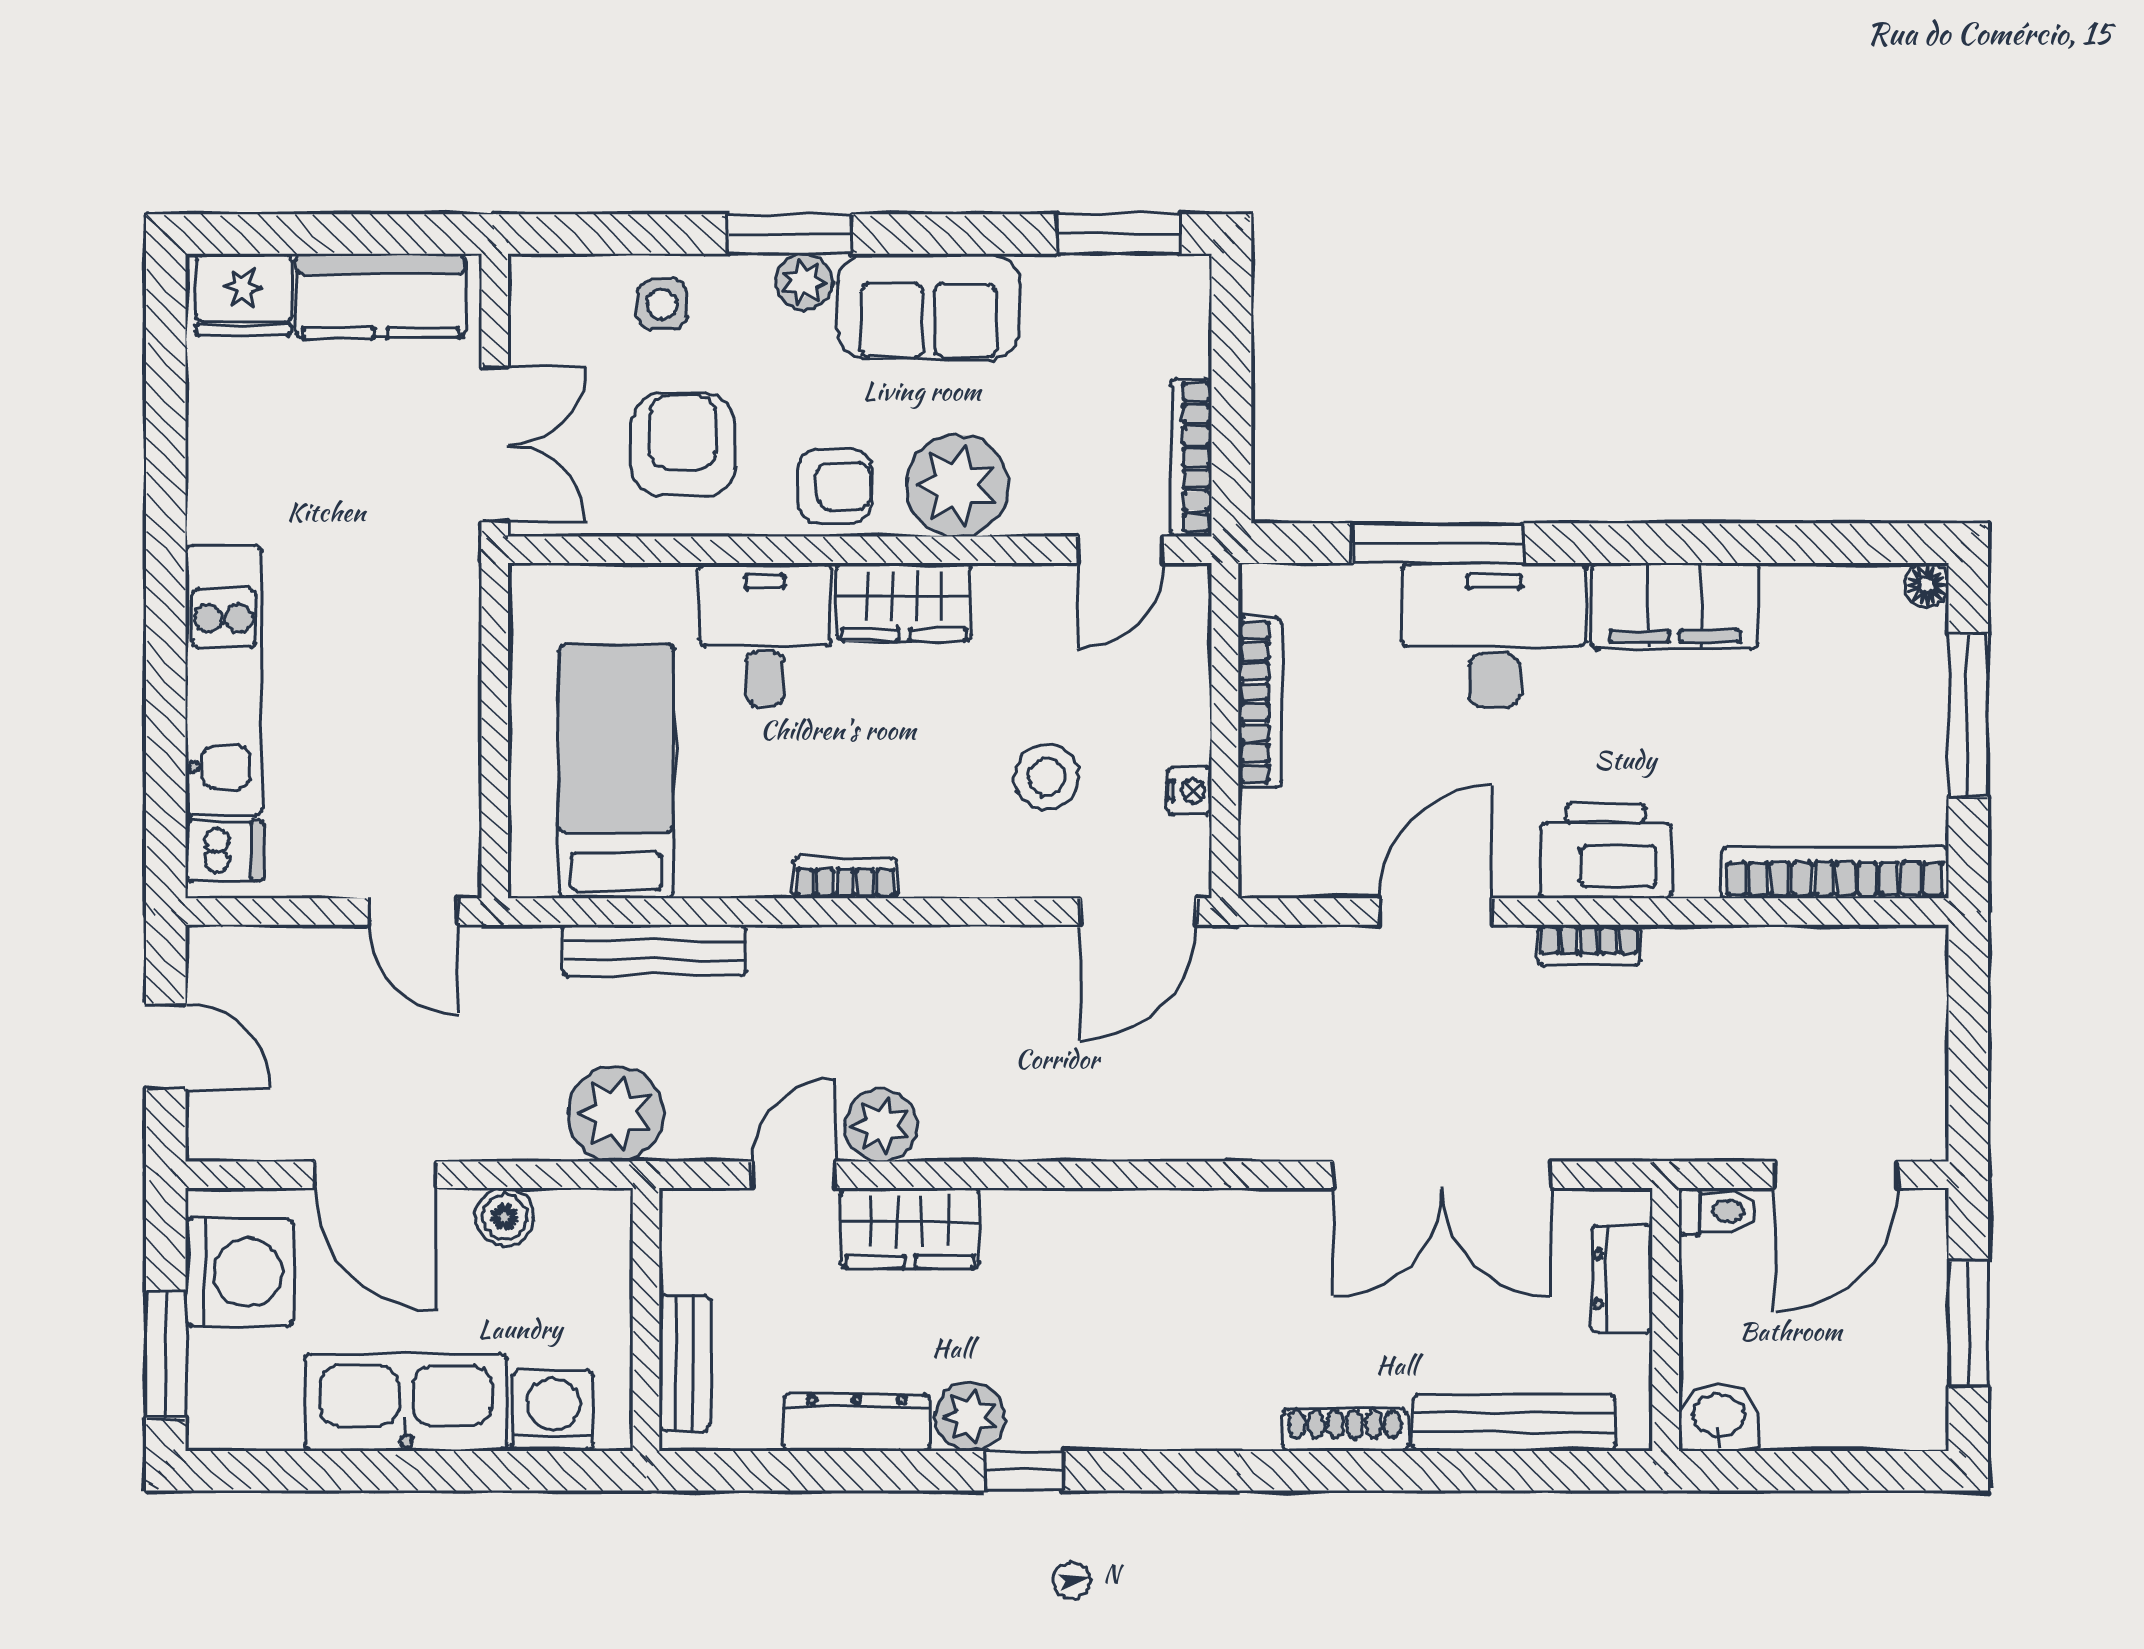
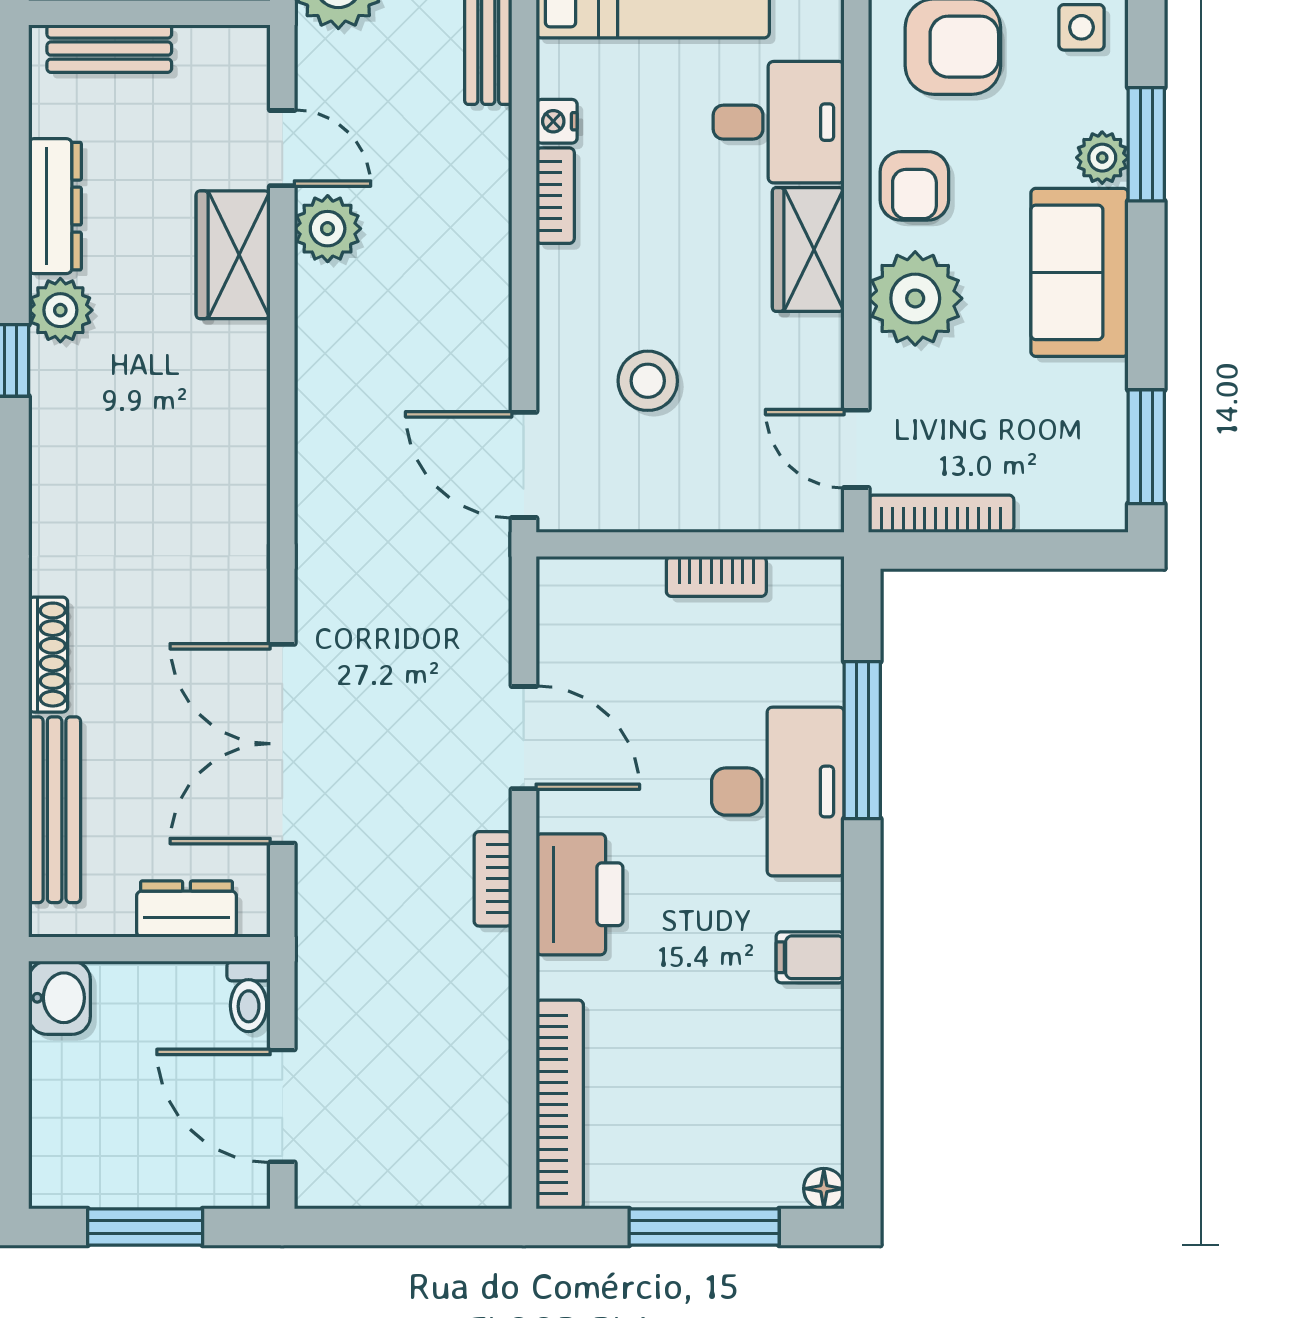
filing cabinet: (1675, 606) -> (810, 957), width x0.33, depth x0.86
bookcase: (1260, 702) -> (716, 576), width x0.64
nightstand: (1189, 791) -> (557, 121), moved, turned 90

